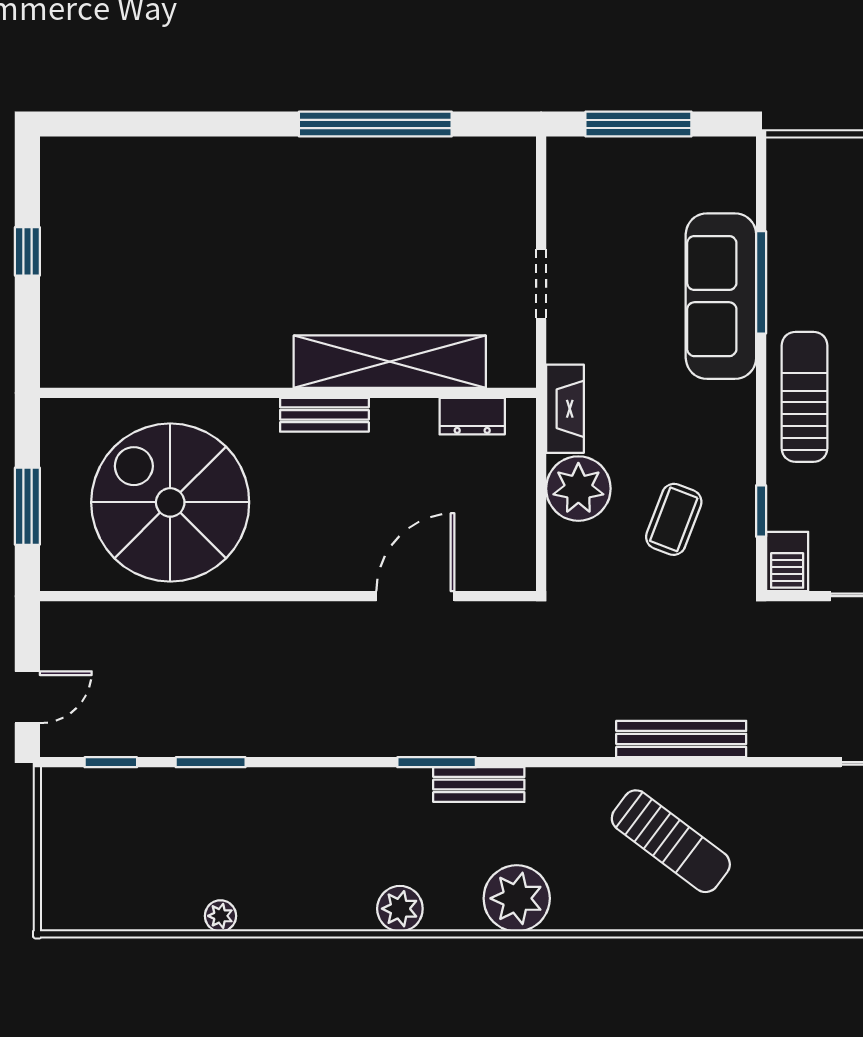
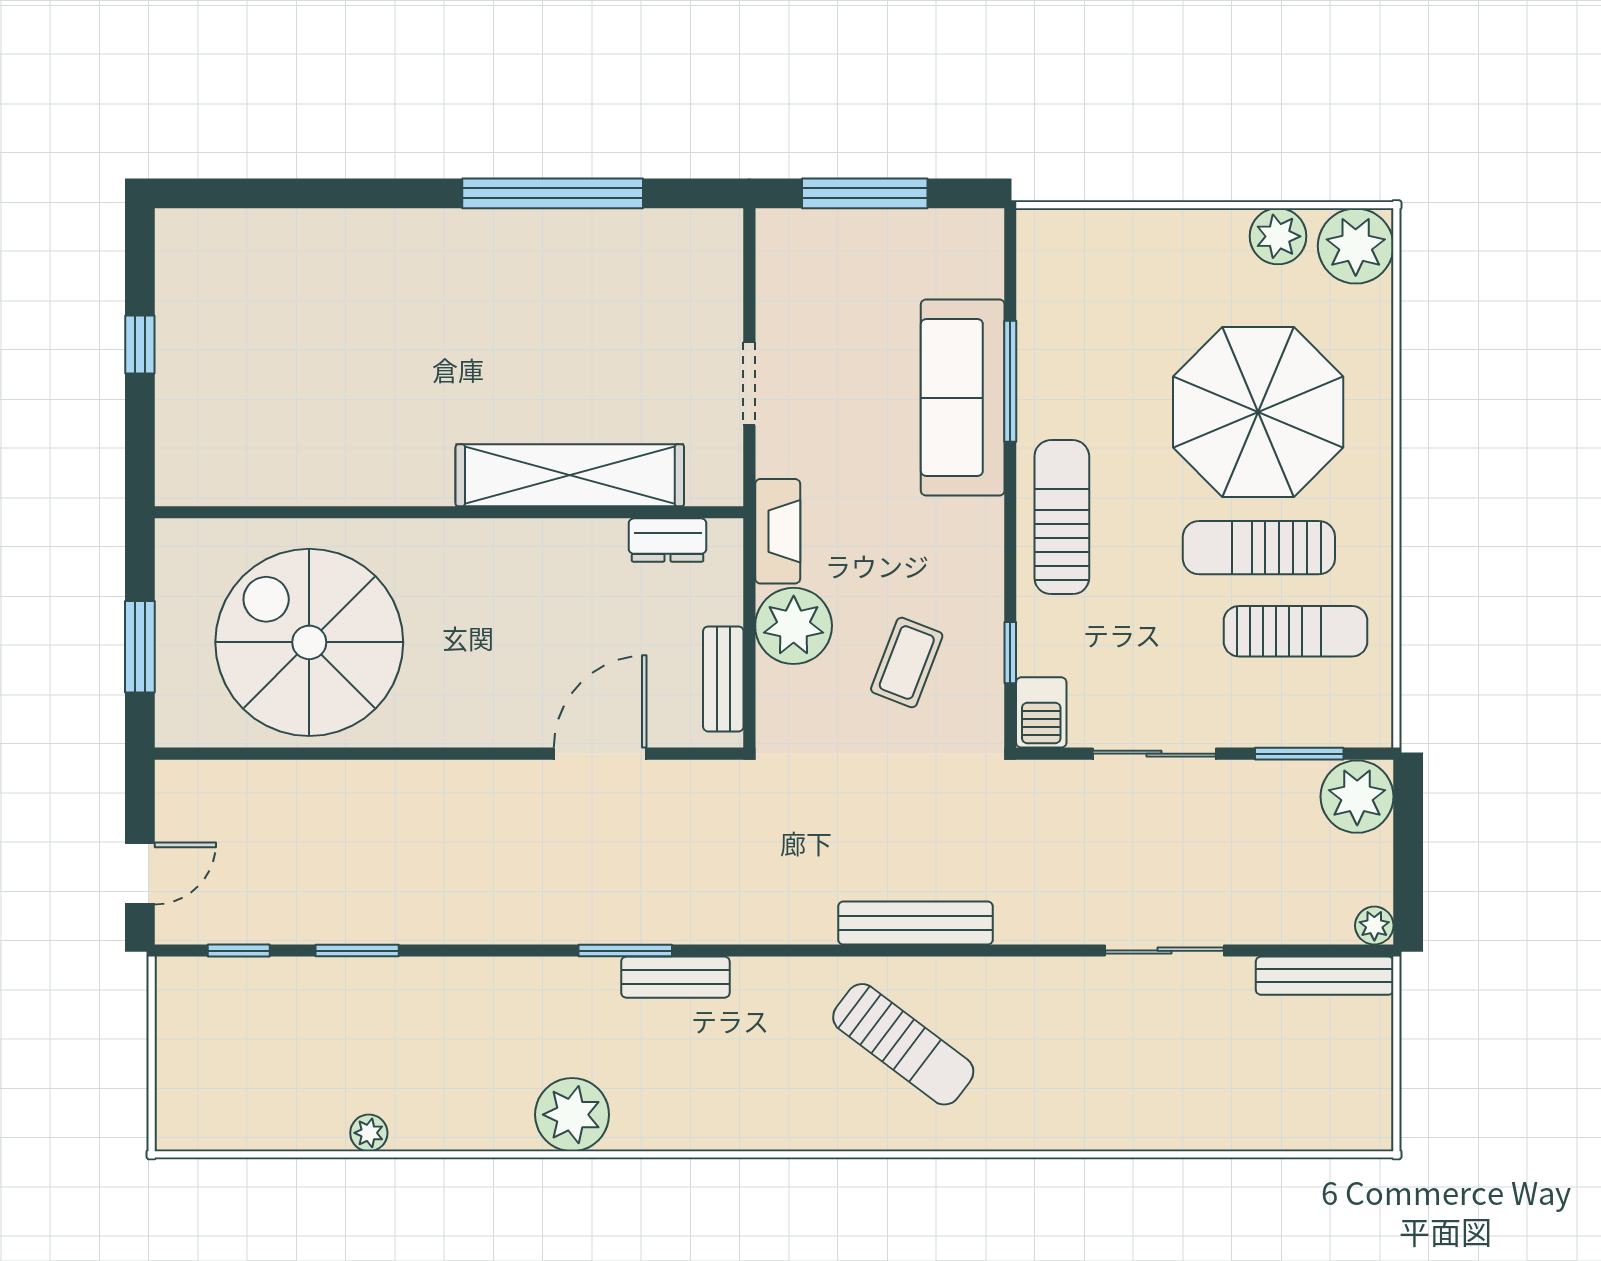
bench: (324, 415) -> (723, 679), moved, turned 90
plant: (517, 898) -> (720, 1112), removed
plant: (400, 909) -> (572, 1115), width x1.36, depth x1.36

